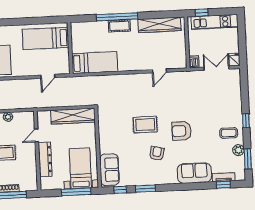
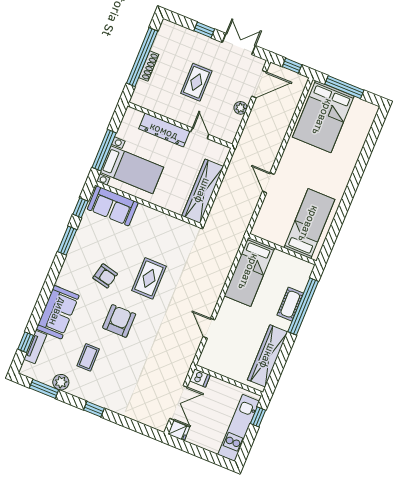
bed: (46, 38) -> (309, 224), moved
wall: (70, 48) -> (282, 249), moved
bed: (95, 63) -> (249, 272), moved
coffee table: (229, 133) -> (88, 357), moved

